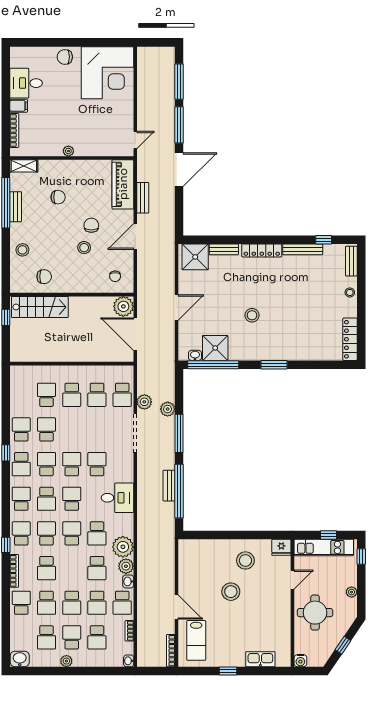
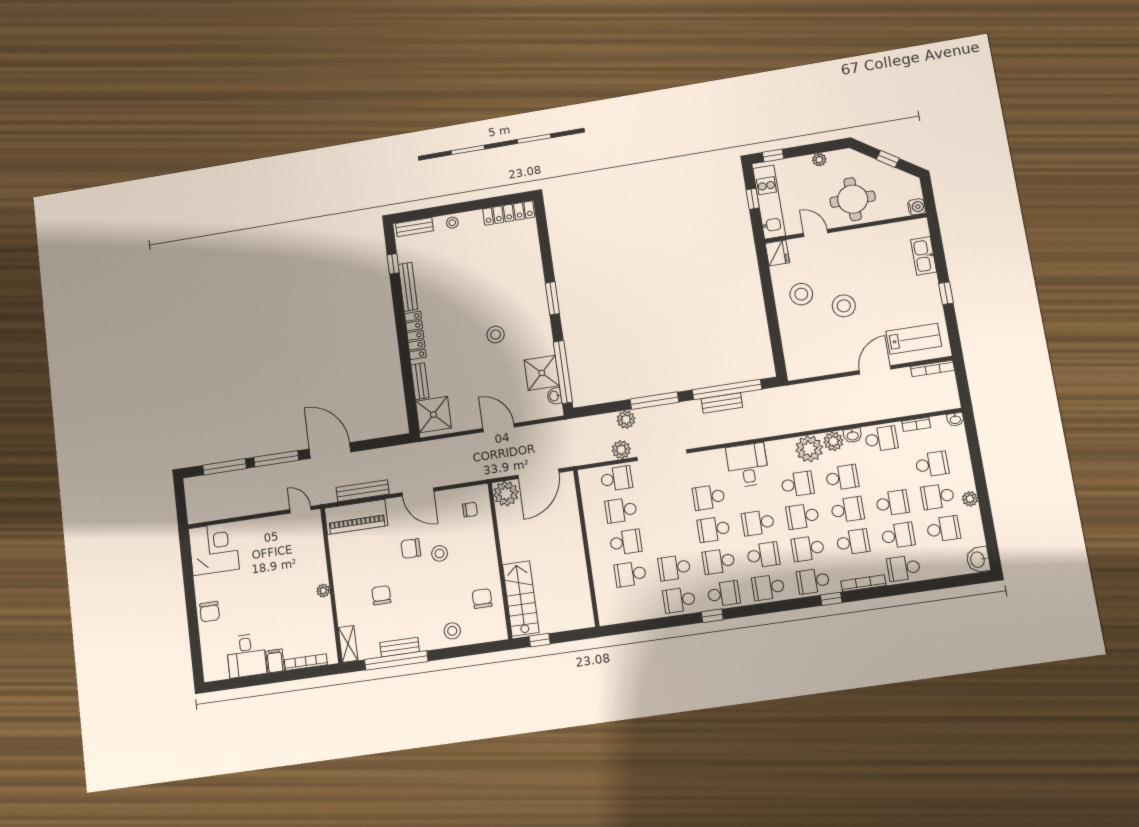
corner desk: (107, 73) -> (214, 549), width x0.74, depth x0.74
bench: (143, 198) -> (363, 491), width x1.36
school desk: (97, 395) -> (621, 510), turned 180
school desk: (97, 603) -> (847, 510), moved

